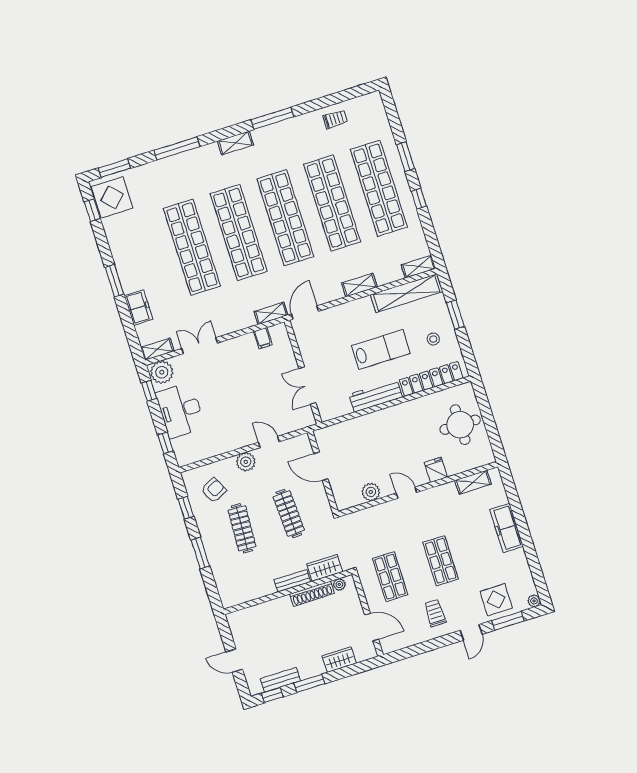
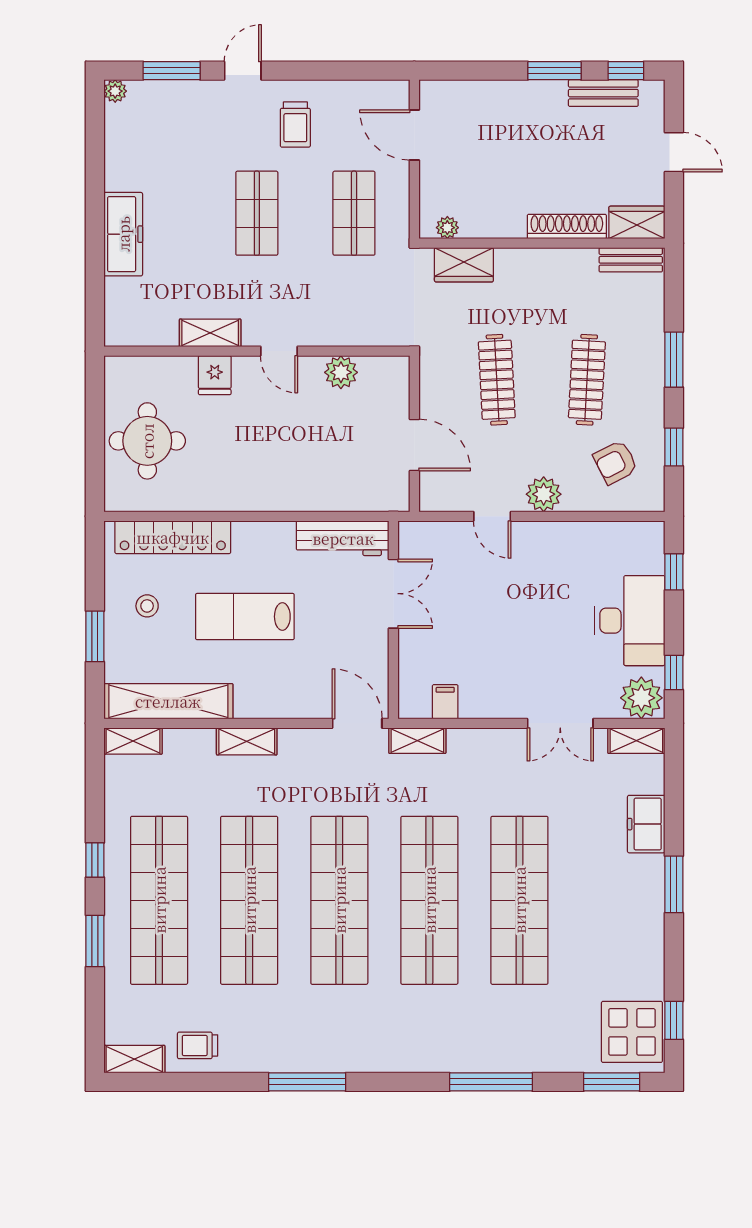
shelving: (235, 143) -> (134, 1059), moved
door: (305, 313) -> (357, 723), swing flipped
workbench: (376, 396) -> (343, 538), moved
shelving: (473, 482) -> (210, 333), moved
bench: (292, 581) -> (631, 260), moved
shoe rack: (312, 594) -> (567, 227), moved
display table: (496, 600) -> (181, 114), removed
wardrobe: (339, 660) -> (637, 222), moved, turned 180

